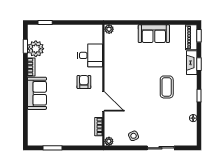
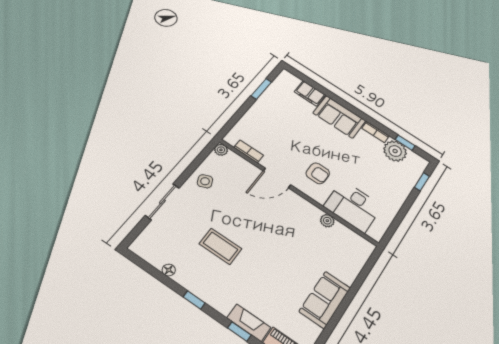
plant: (109, 29) -> (327, 221), moved
desk: (90, 55) -> (353, 206), width x1.37
coffee table: (167, 87) -> (220, 246), moved
filing cabinet: (34, 120) -> (310, 93), added

